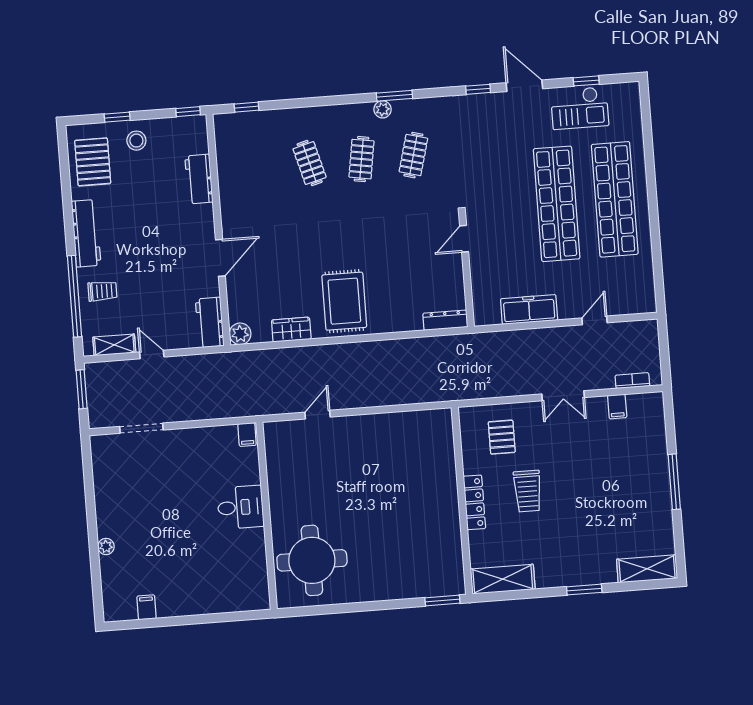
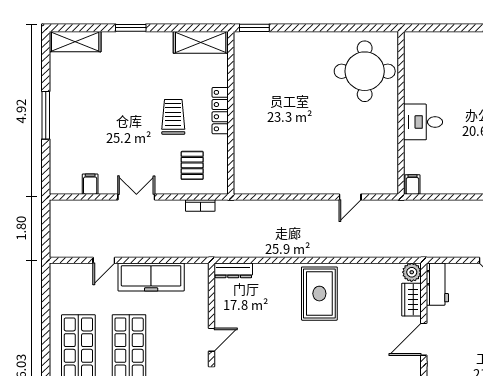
freezer: (529, 309) -> (151, 277), width x1.36, depth x1.26
wardrobe: (291, 330) -> (412, 300), moved, turned 90
bookcase: (632, 381) -> (200, 206), moved

